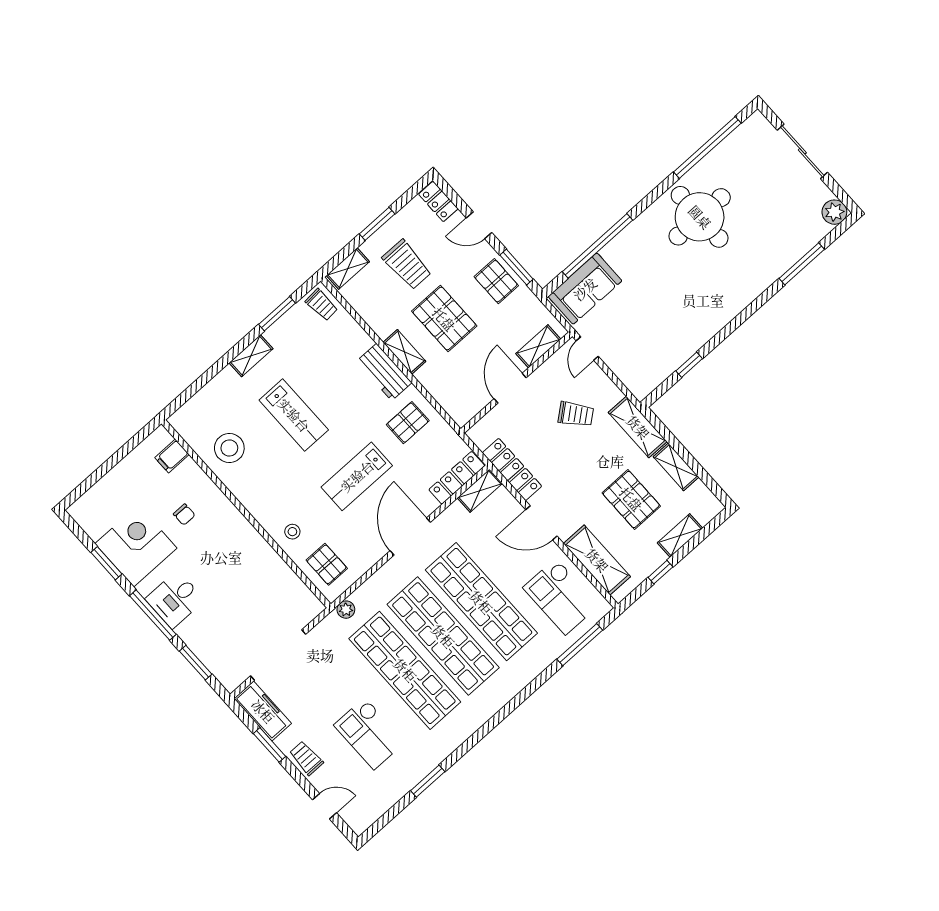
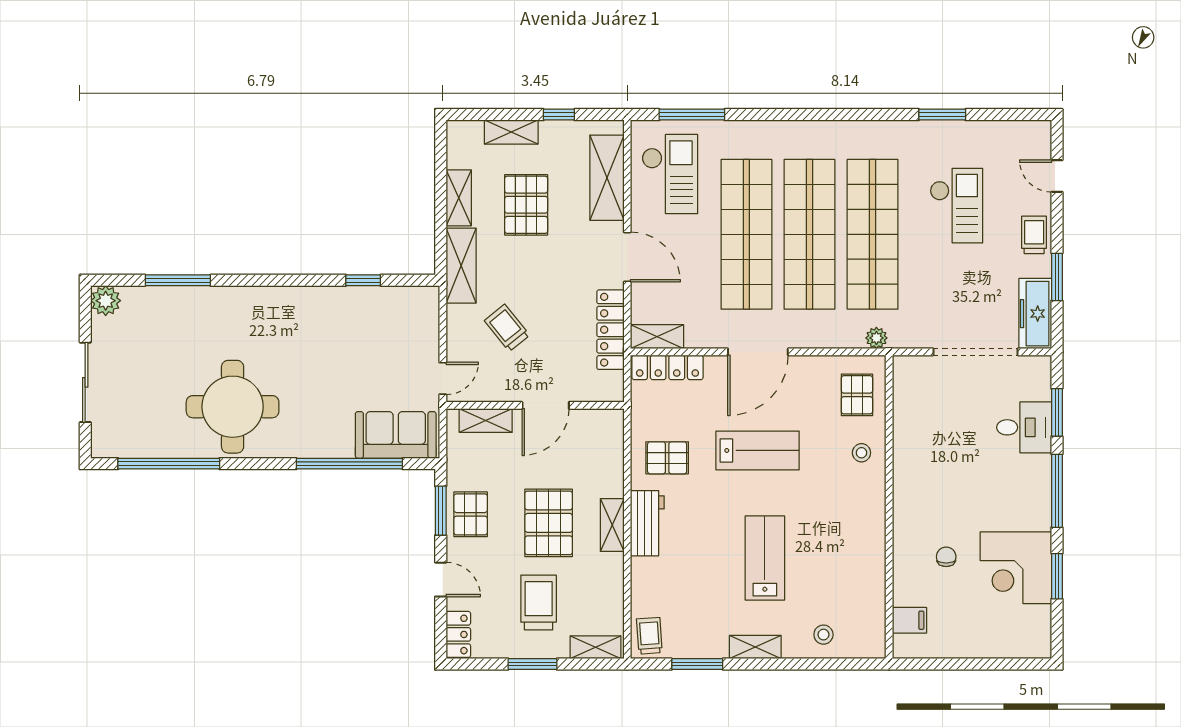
stool: (229, 448) -> (823, 635), moved, width x0.53, depth x0.53
desk: (175, 599) -> (1024, 427), moved
trolley: (306, 758) -> (1034, 235), turned 180

